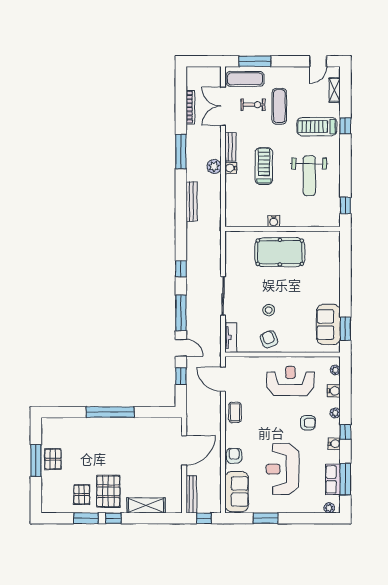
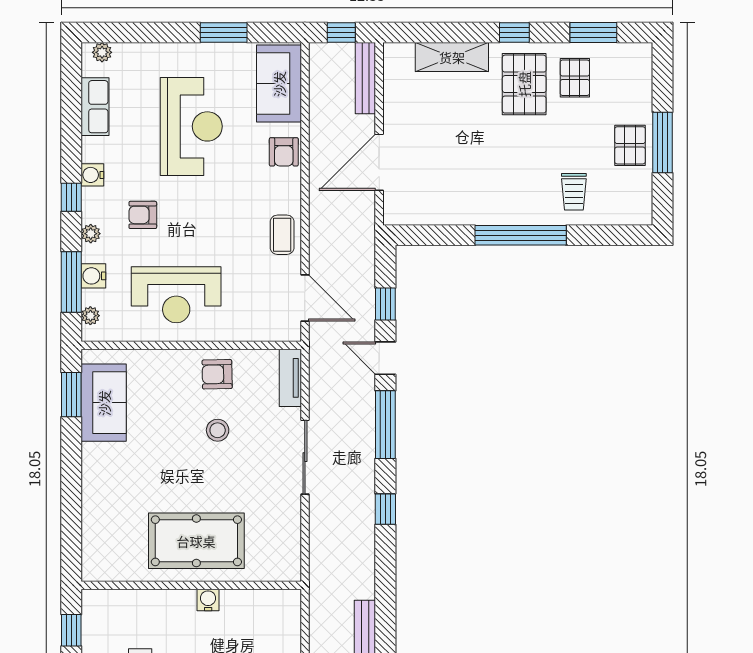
armchair: (269, 339) -> (217, 374), turned 111
trolley: (82, 435) -> (574, 192), added
window: (345, 479) -> (71, 282), moved
window: (86, 518) -> (593, 32), moved

